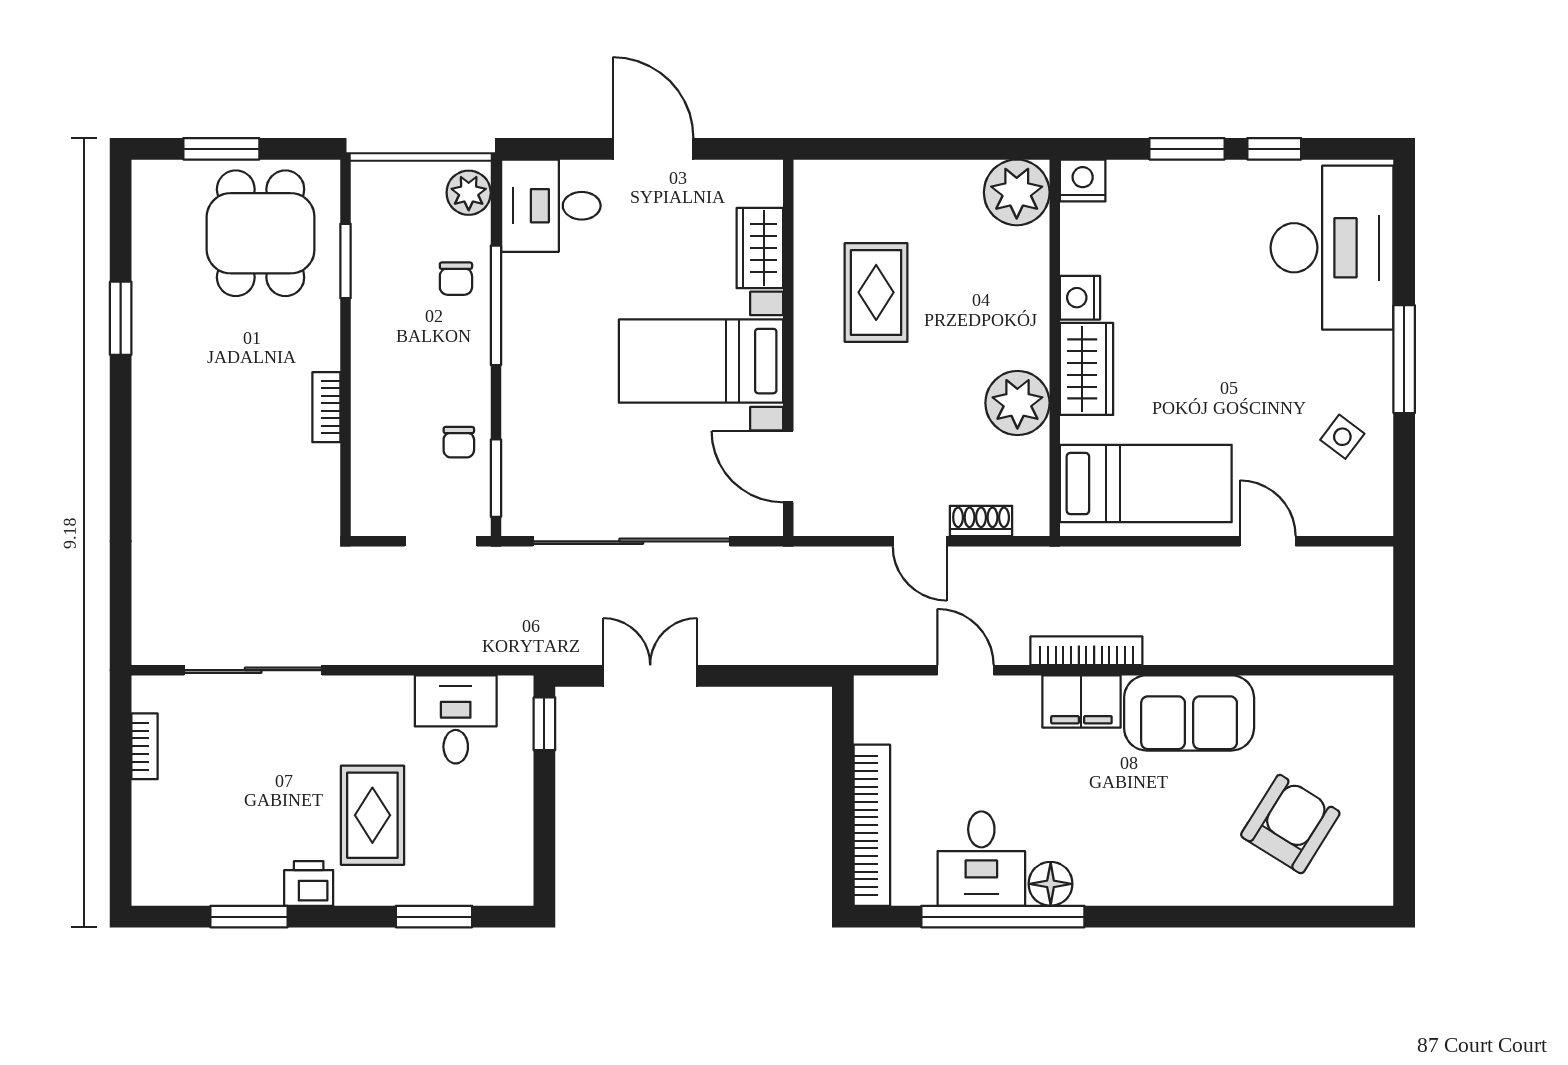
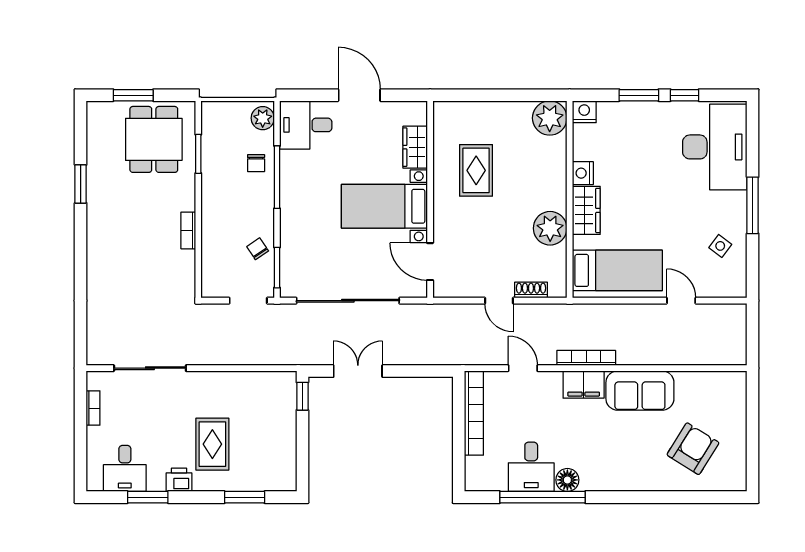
chair: (459, 442) -> (258, 249), turned 146
desk: (456, 719) -> (125, 468), moved, turned 180
bookcase: (872, 825) -> (474, 413), moved

